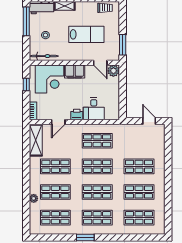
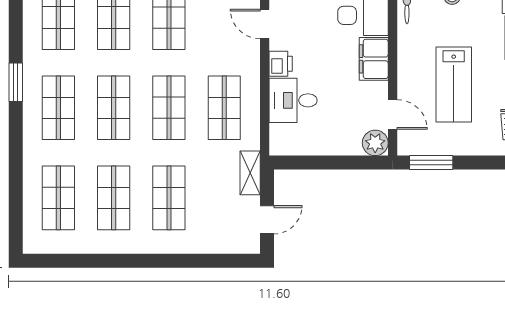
door: (100, 63) -> (393, 115), swing flipped
shelving: (127, 129) -> (250, 173), added

